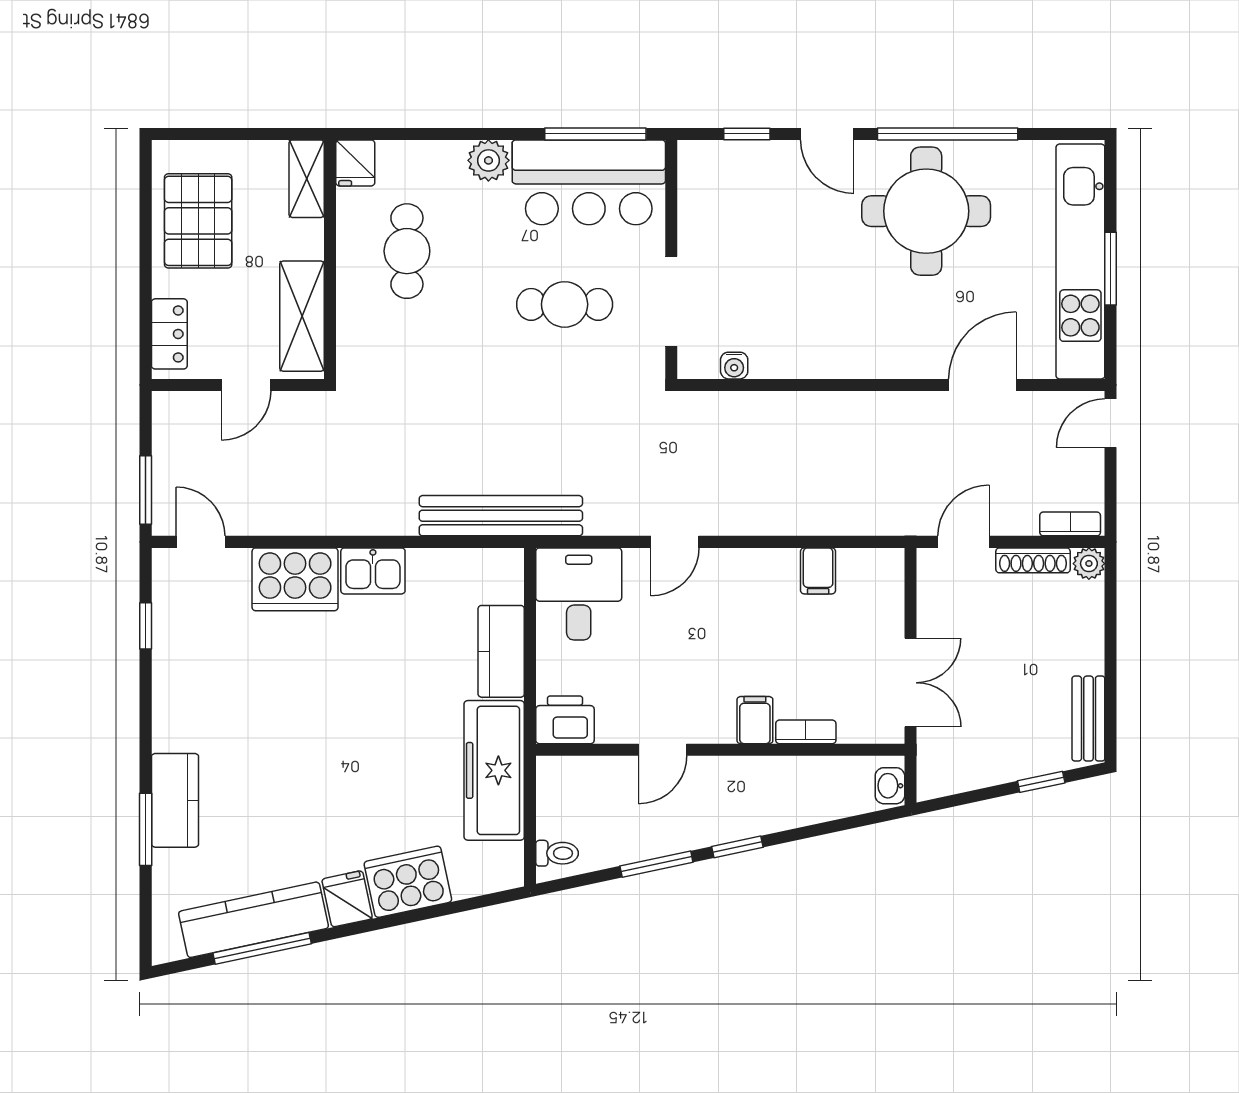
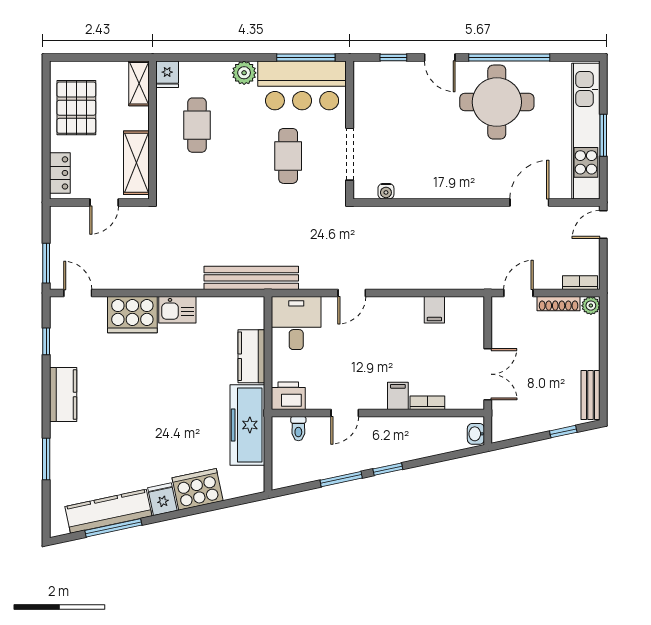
cafe table: (565, 304) -> (288, 156), turned 90
kitchen counter: (175, 800) -> (63, 394), moved
toilet: (557, 853) -> (298, 429), moved, turned 90

